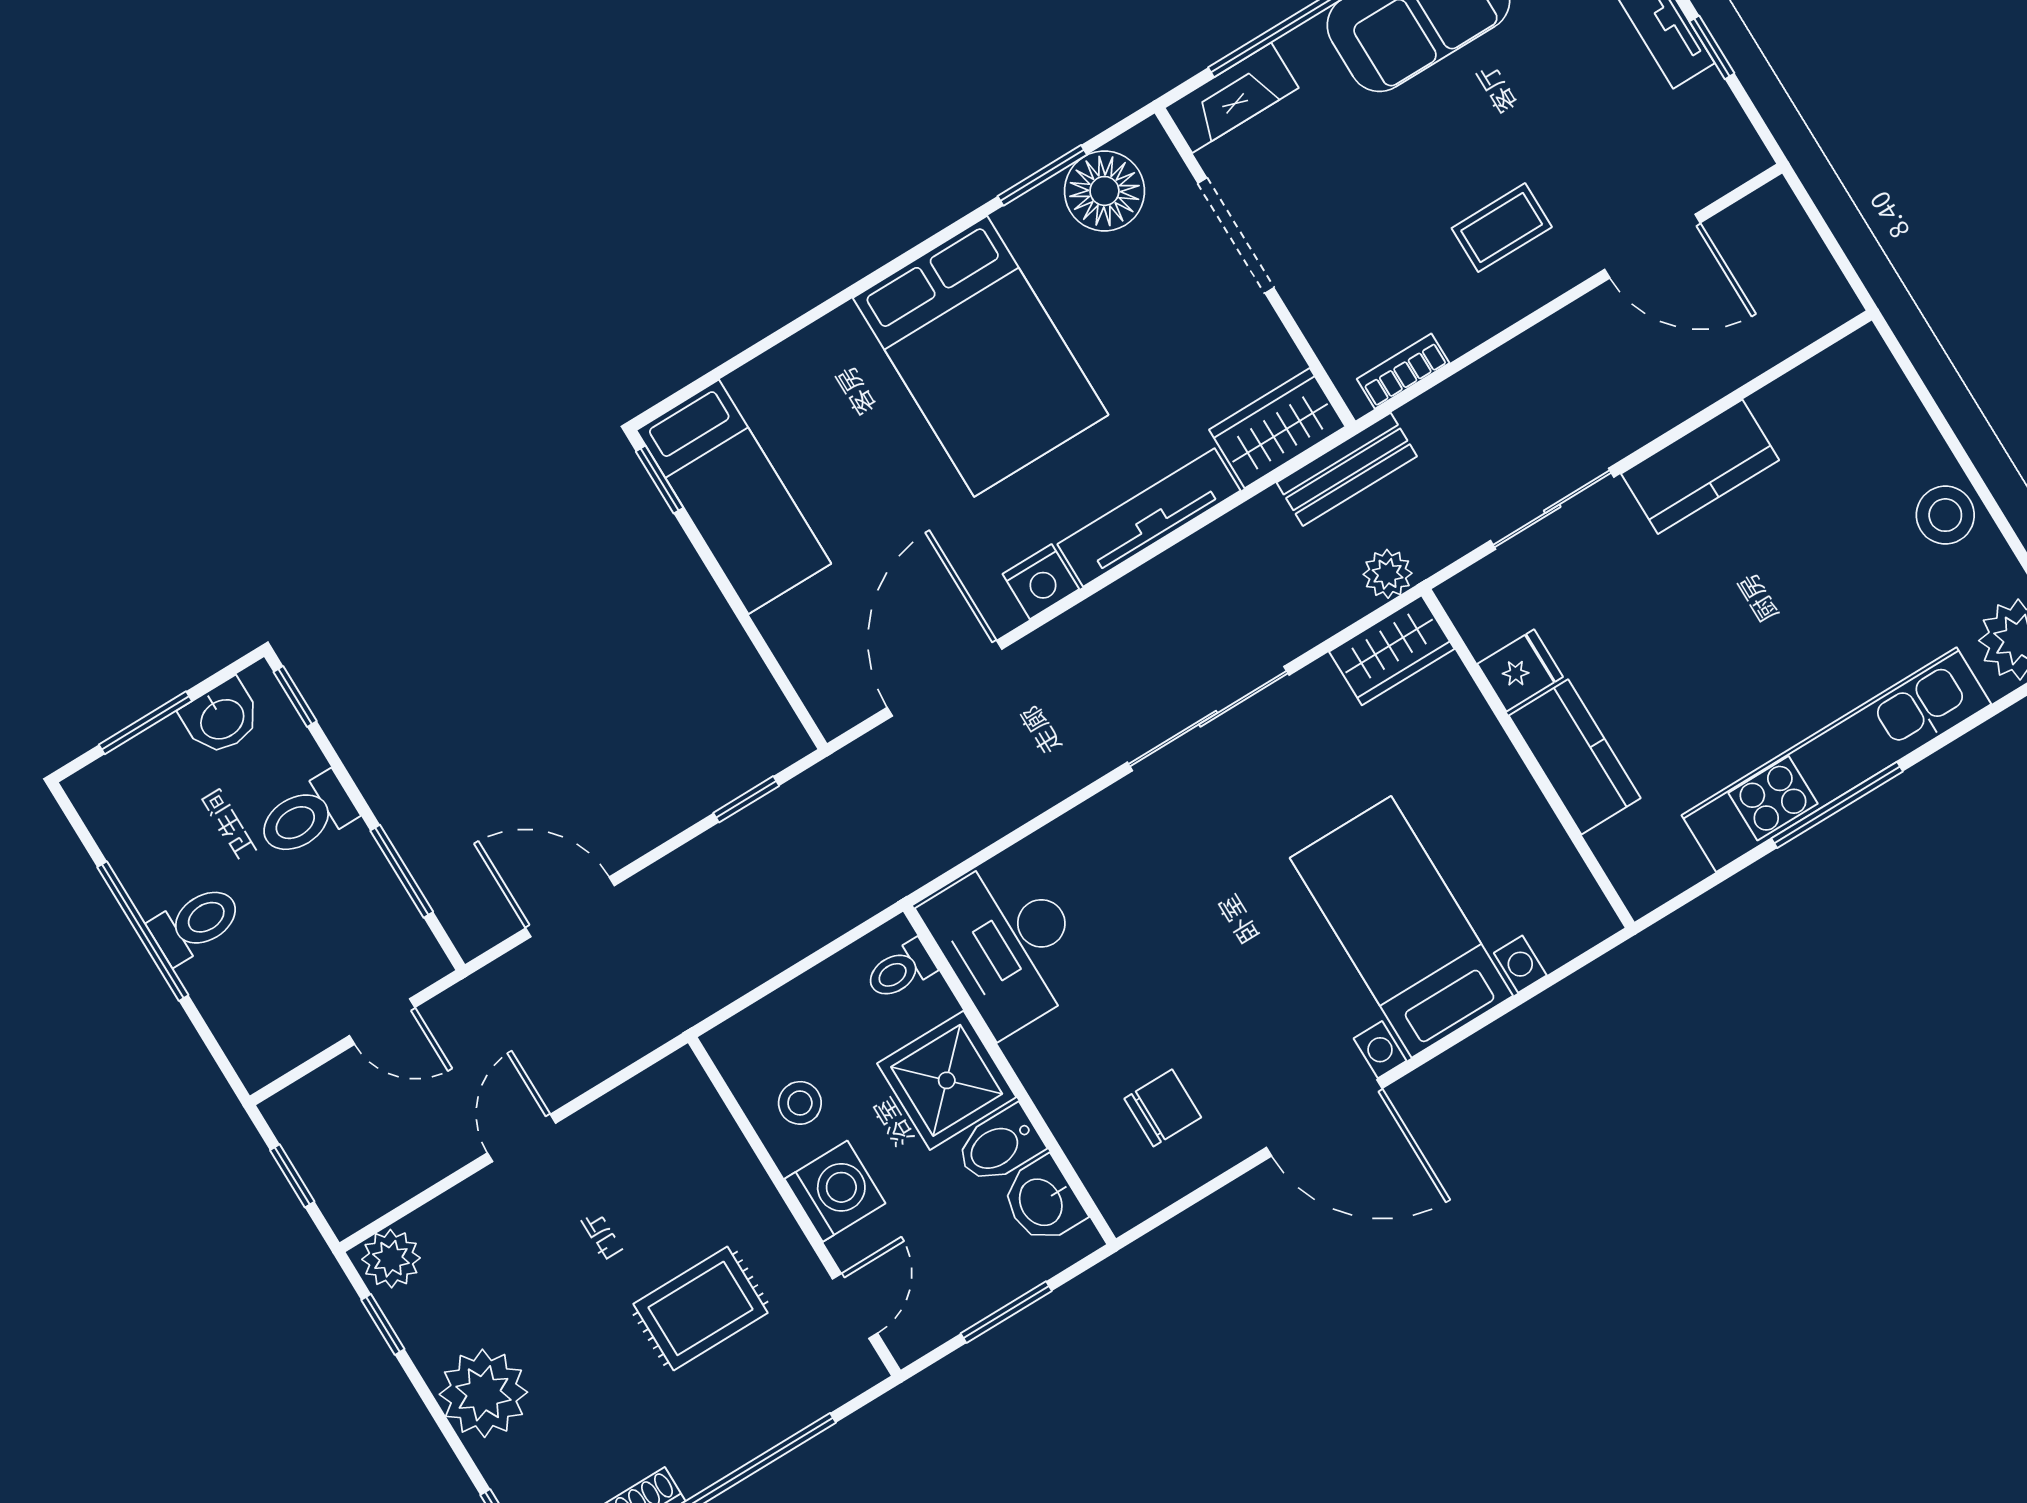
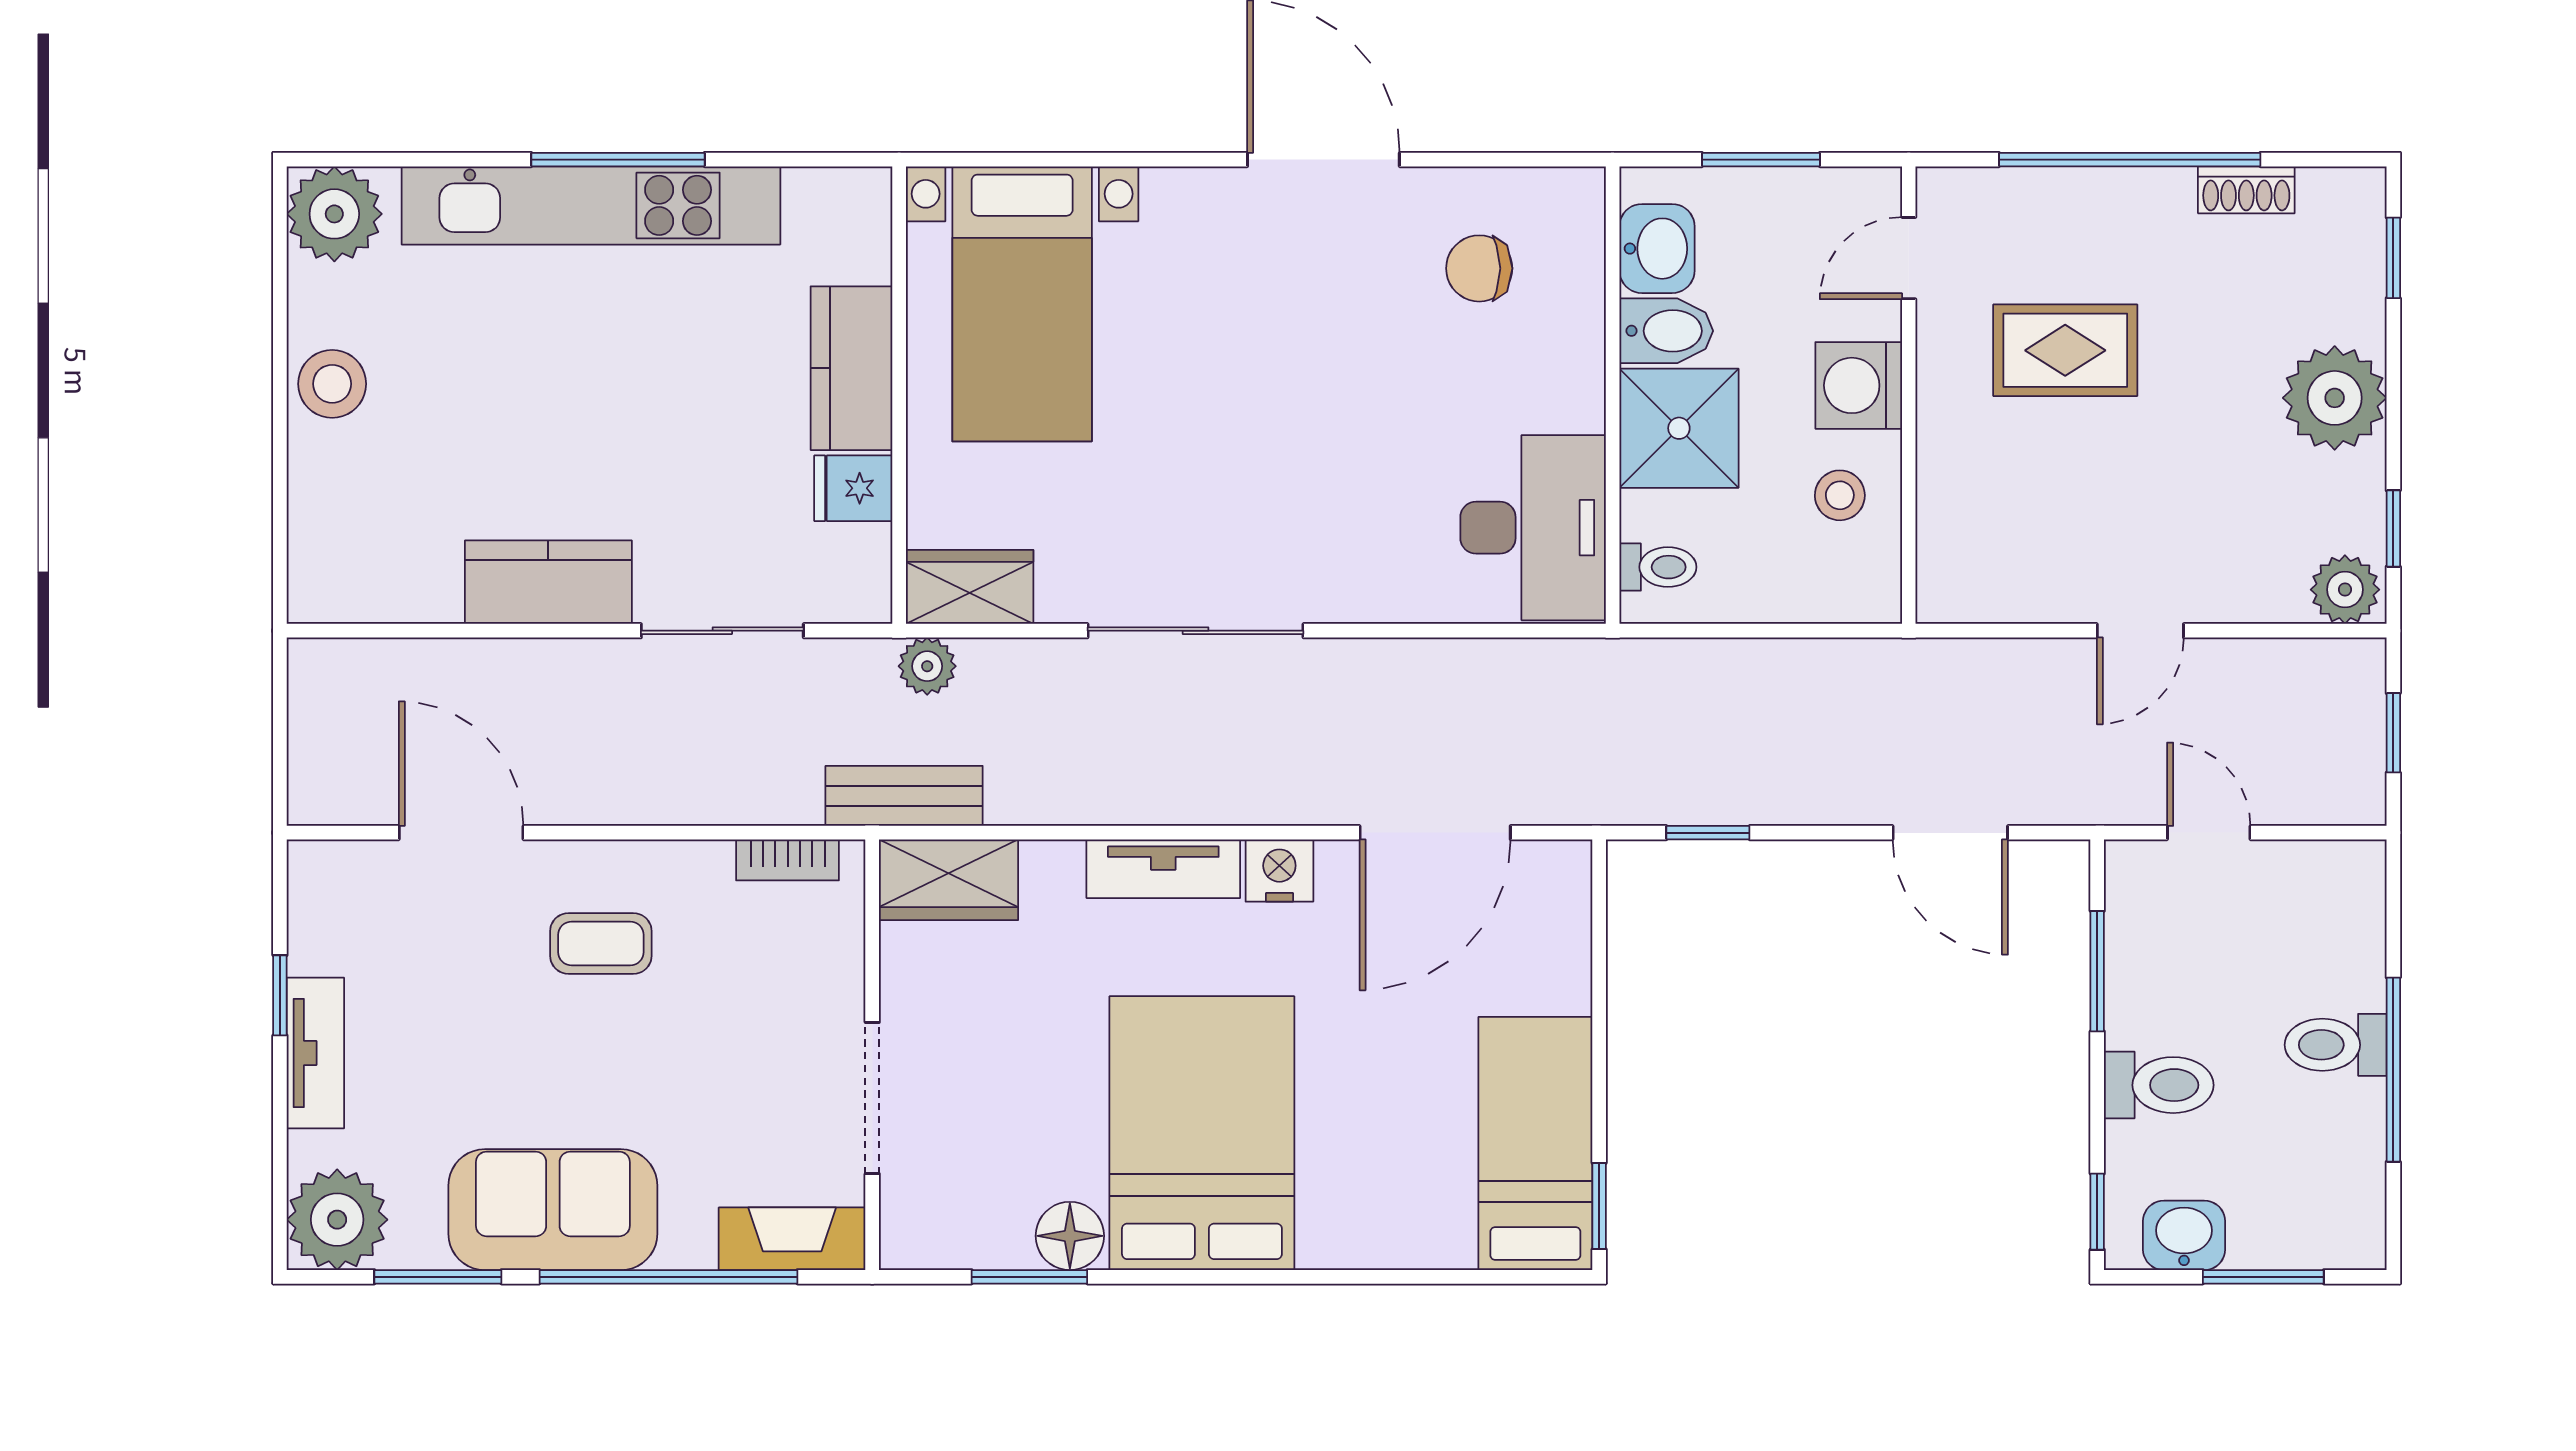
floor lamp: (1104, 191) -> (1070, 1236), moved, width x0.73, depth x0.73
tv unit: (1149, 517) -> (1163, 869), width x0.71
bed with nightstands: (1401, 927) -> (1022, 304), moved

